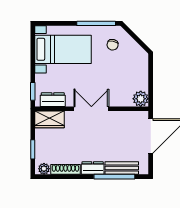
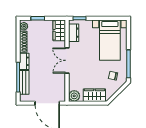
wardrobe: (140, 71) -> (94, 95), added
double door: (91, 109) -> (67, 60), swing flipped

